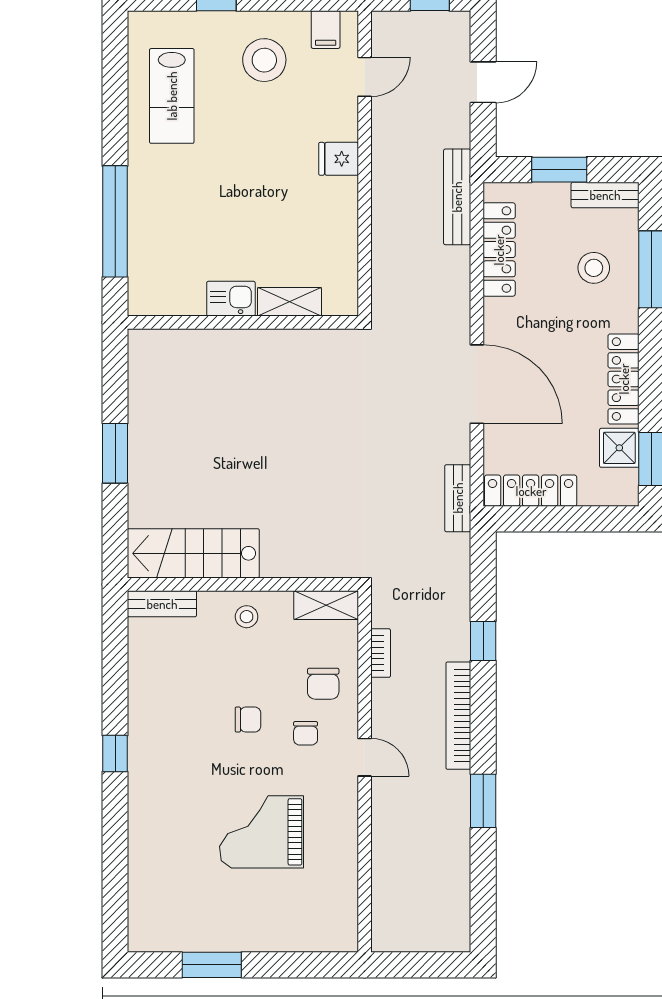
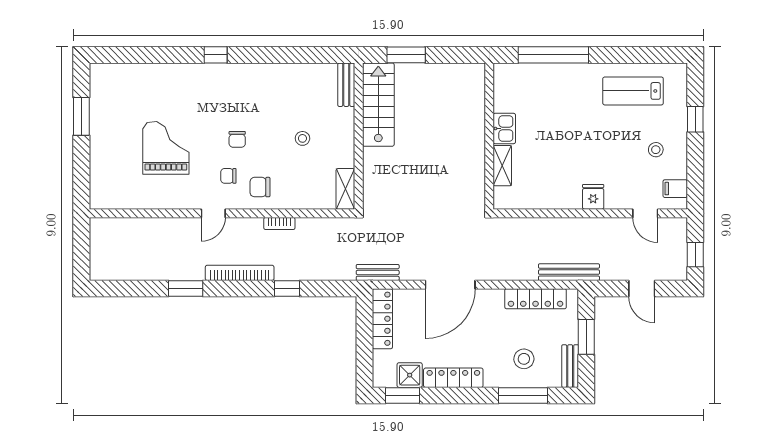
stool: (264, 60) -> (656, 150), width x0.53, depth x0.53
stairs: (193, 553) -> (378, 105), moved
wall: (243, 584) -> (359, 136), moved
bench: (162, 604) -> (346, 85), moved
shelving: (326, 605) -> (345, 189), moved

